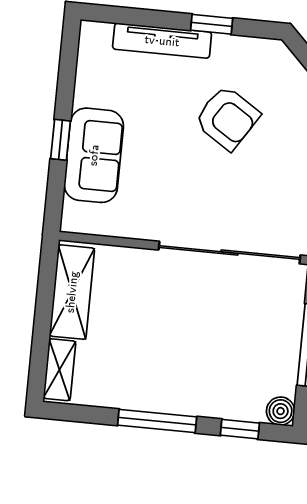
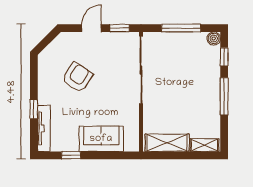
window: (212, 24) -> (34, 109), moved
tv unit: (162, 41) -> (44, 128), moved
window: (60, 140) -> (71, 155), moved

